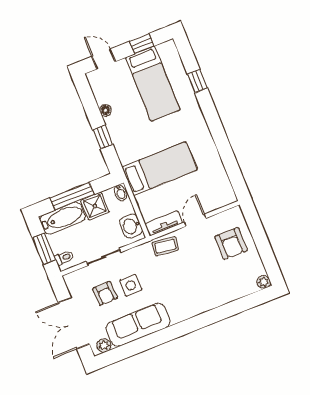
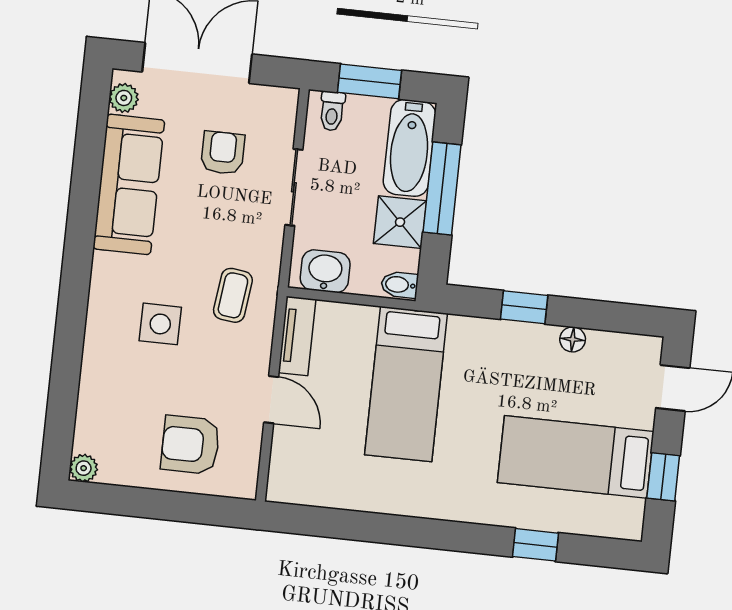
coffee table: (165, 246) -> (233, 295), moved
side table: (131, 285) -> (160, 324), moved
armchair: (105, 293) -> (223, 153), turned 92

